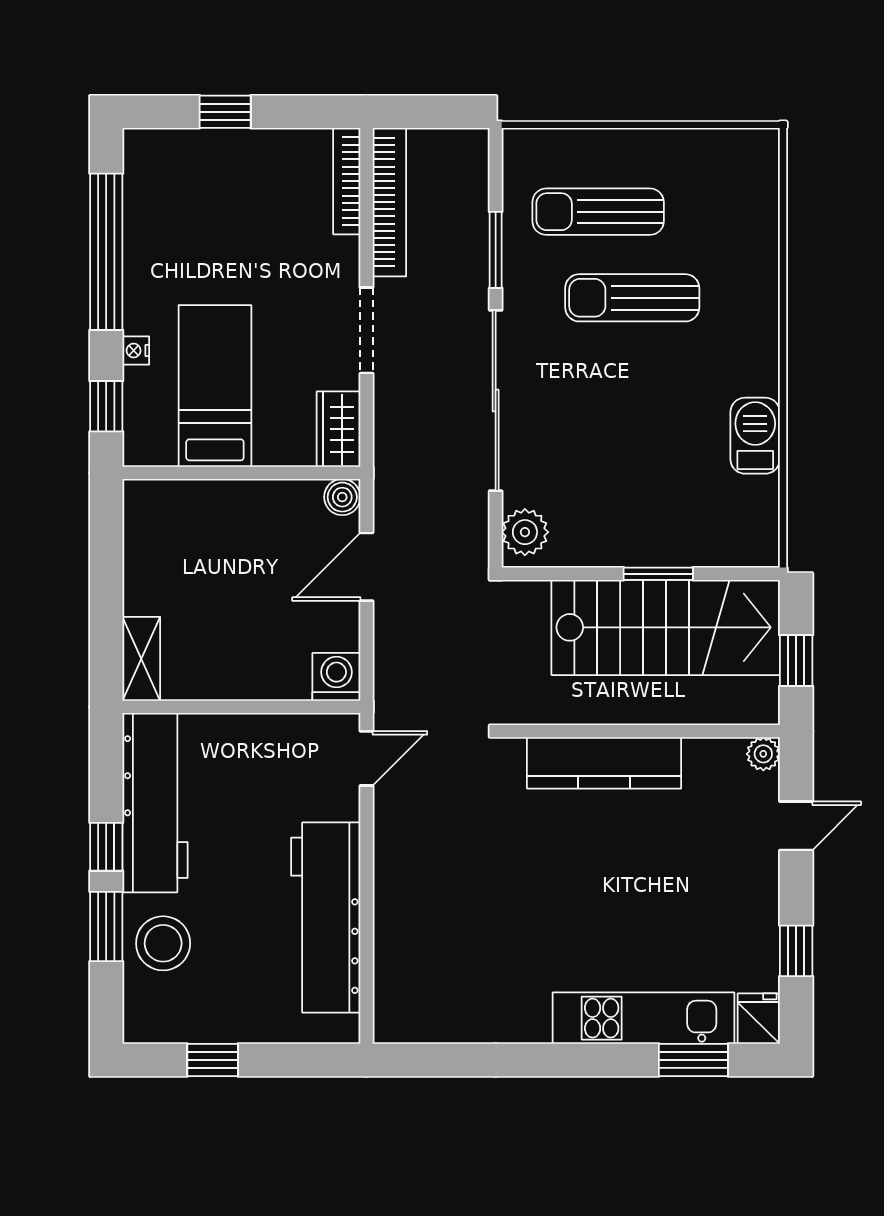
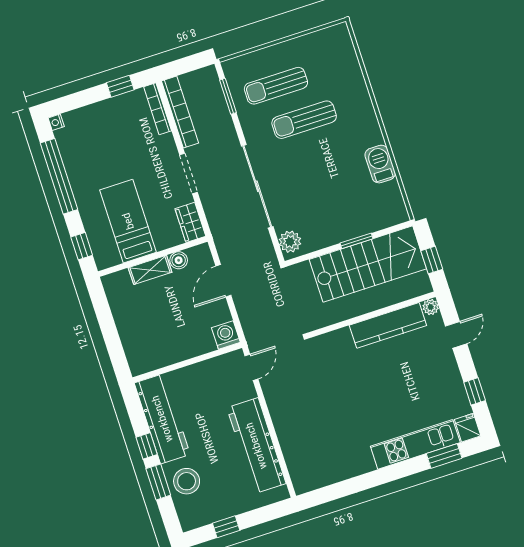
window: (225, 112) -> (120, 86), moved
window: (496, 250) -> (228, 96), moved
nightstand: (136, 351) -> (56, 122), moved
boiler: (342, 497) -> (179, 260), moved
shelving: (141, 659) -> (150, 270), moved, turned 90
kitchen counter: (604, 763) -> (388, 325), moved

